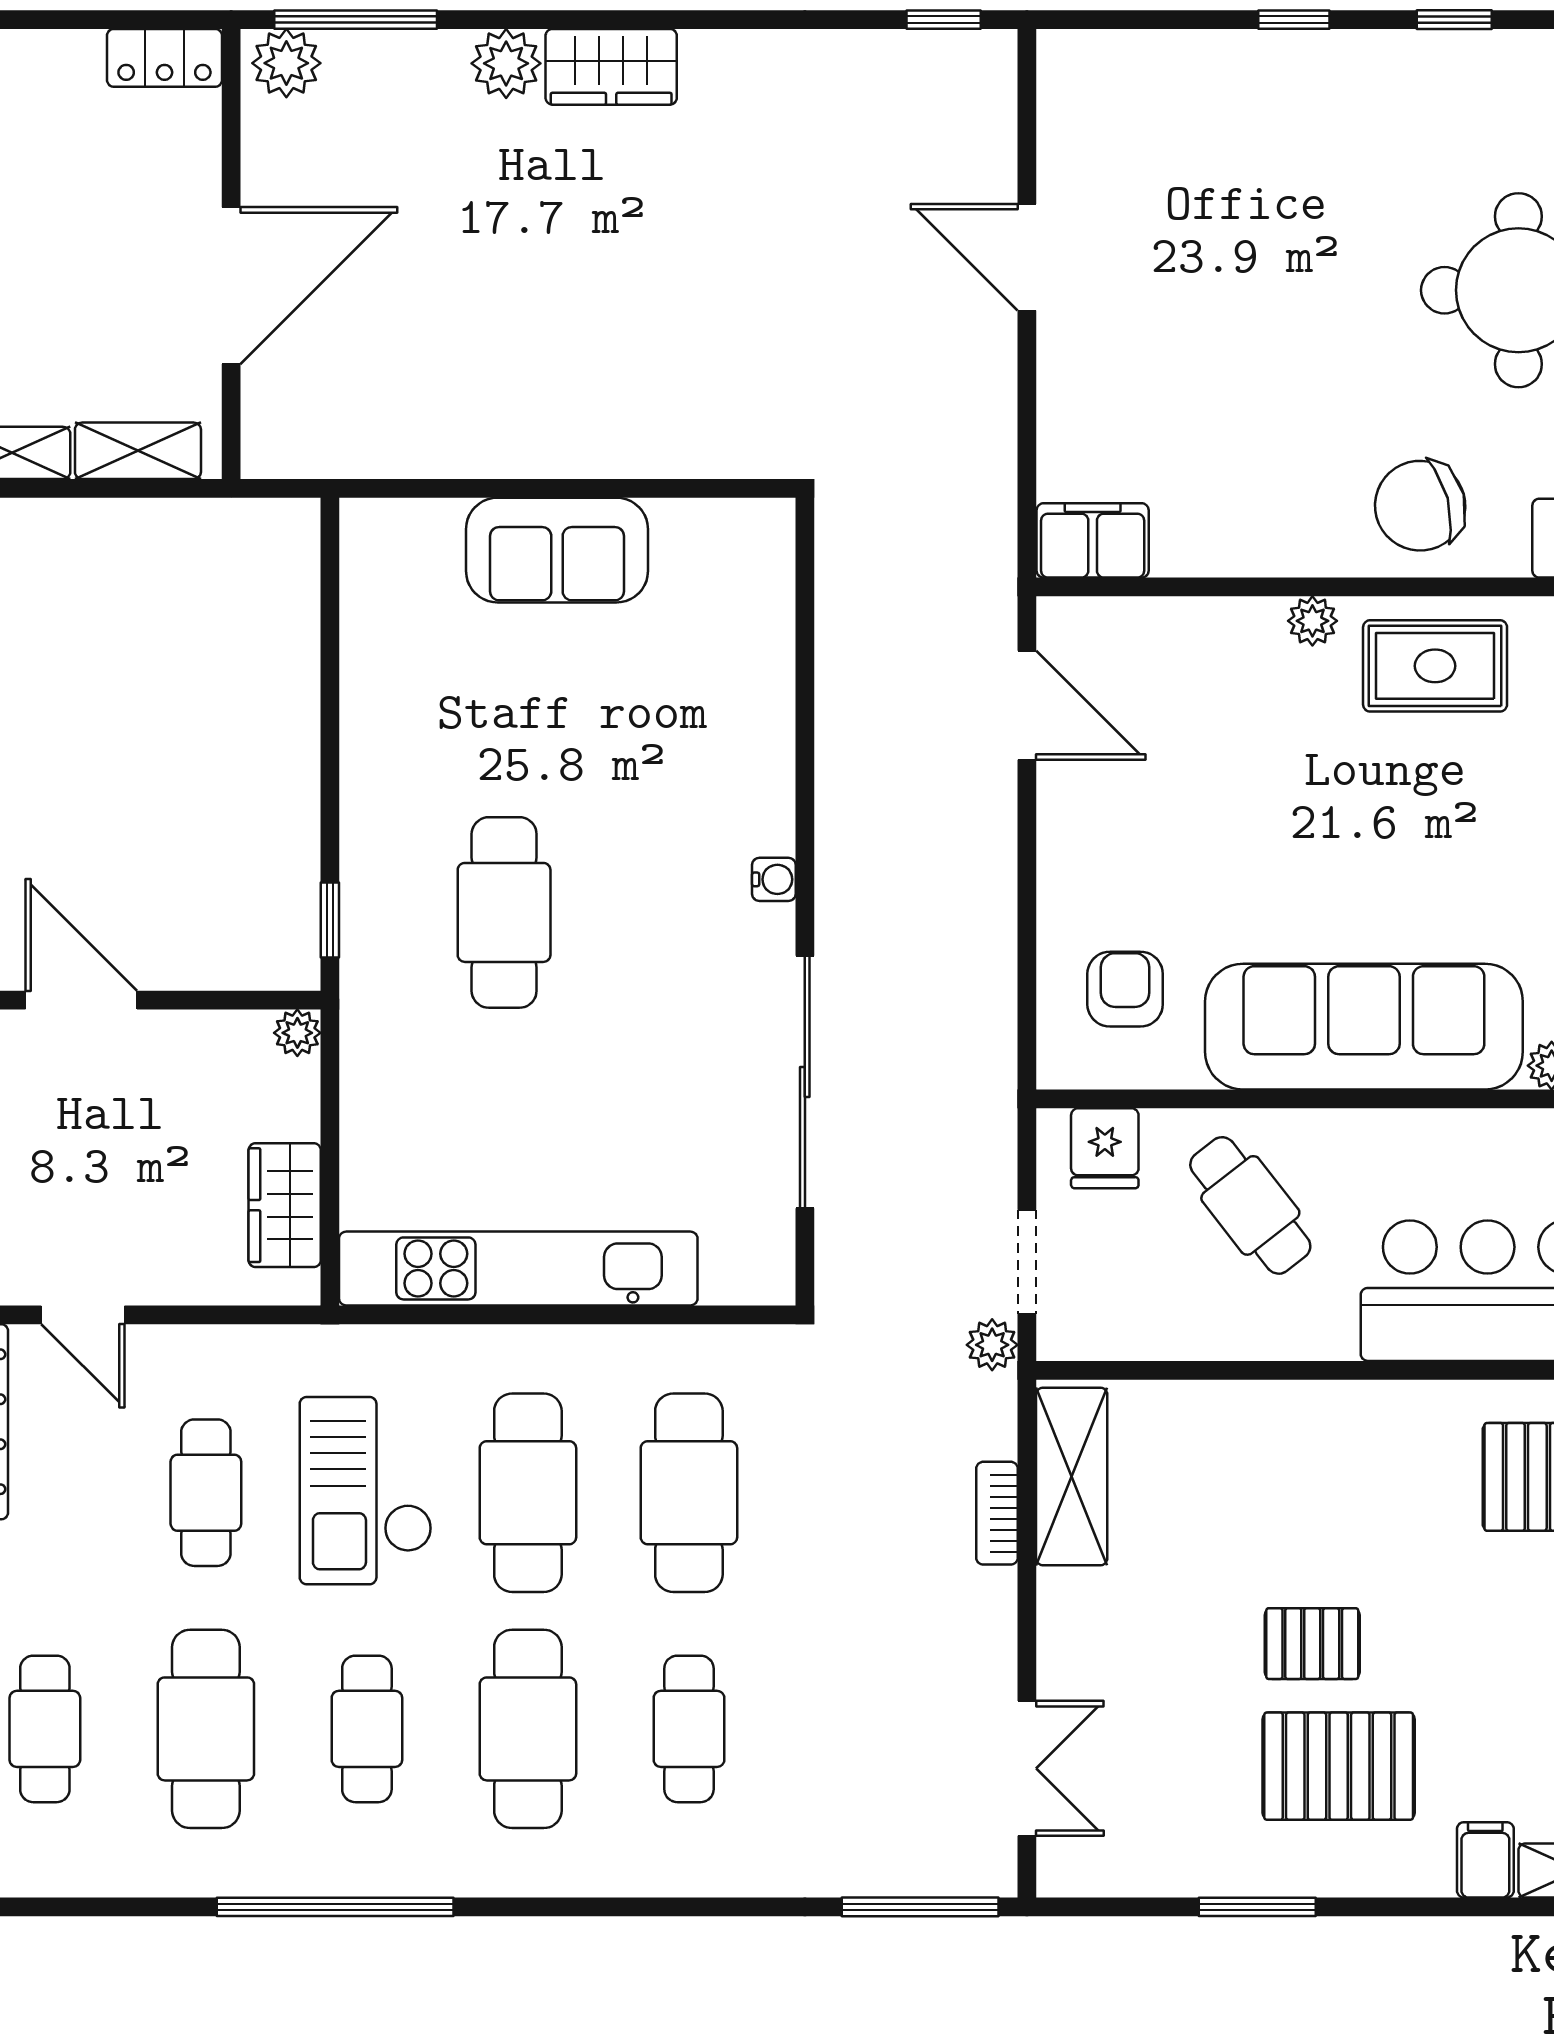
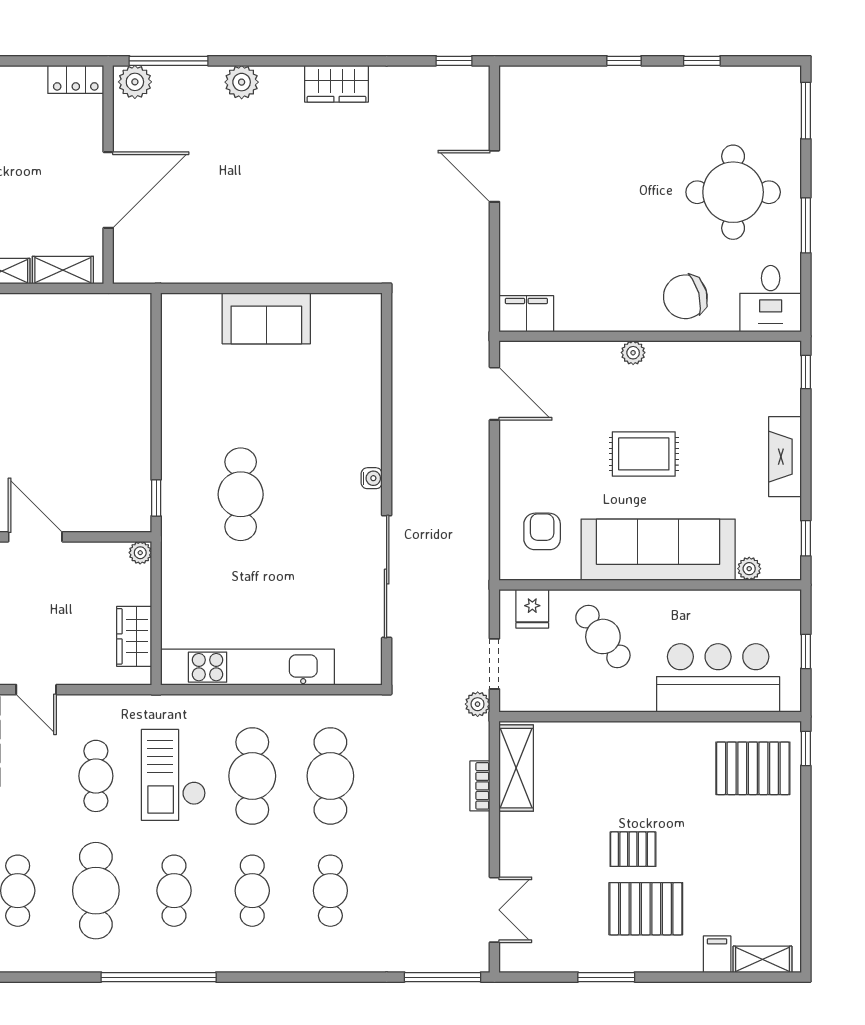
wardrobe: (611, 67) -> (337, 84), moved
rug: (1435, 666) -> (644, 454), moved
cafe table: (528, 1729) -> (252, 891), width x0.73, depth x0.74

